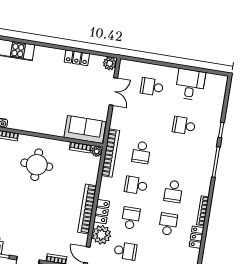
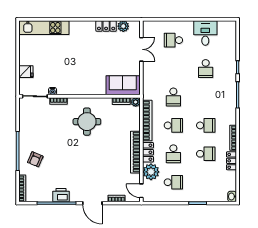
plant: (110, 63) -> (123, 26), moved
school desk: (184, 126) -> (206, 69), turned -90
bookcase: (110, 153) -> (147, 121), moved
school desk: (136, 185) -> (173, 125), turned 180
school desk: (173, 191) -> (206, 125), turned -90
school desk: (131, 218) -> (173, 154), turned 180
school desk: (168, 224) -> (206, 154), turned 90

